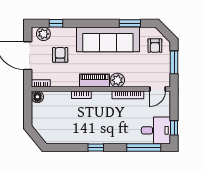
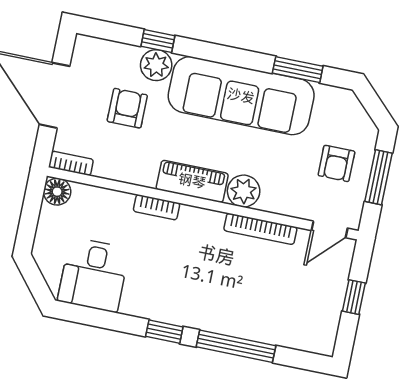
window: (56, 23) -> (158, 41), moved
plant: (43, 34) -> (156, 65), moved
armchair: (155, 46) -> (336, 163), moved
window: (174, 128) -> (354, 297), moved
desk: (156, 130) -> (94, 275), moved, turned 90
window: (144, 147) -> (236, 346), moved

